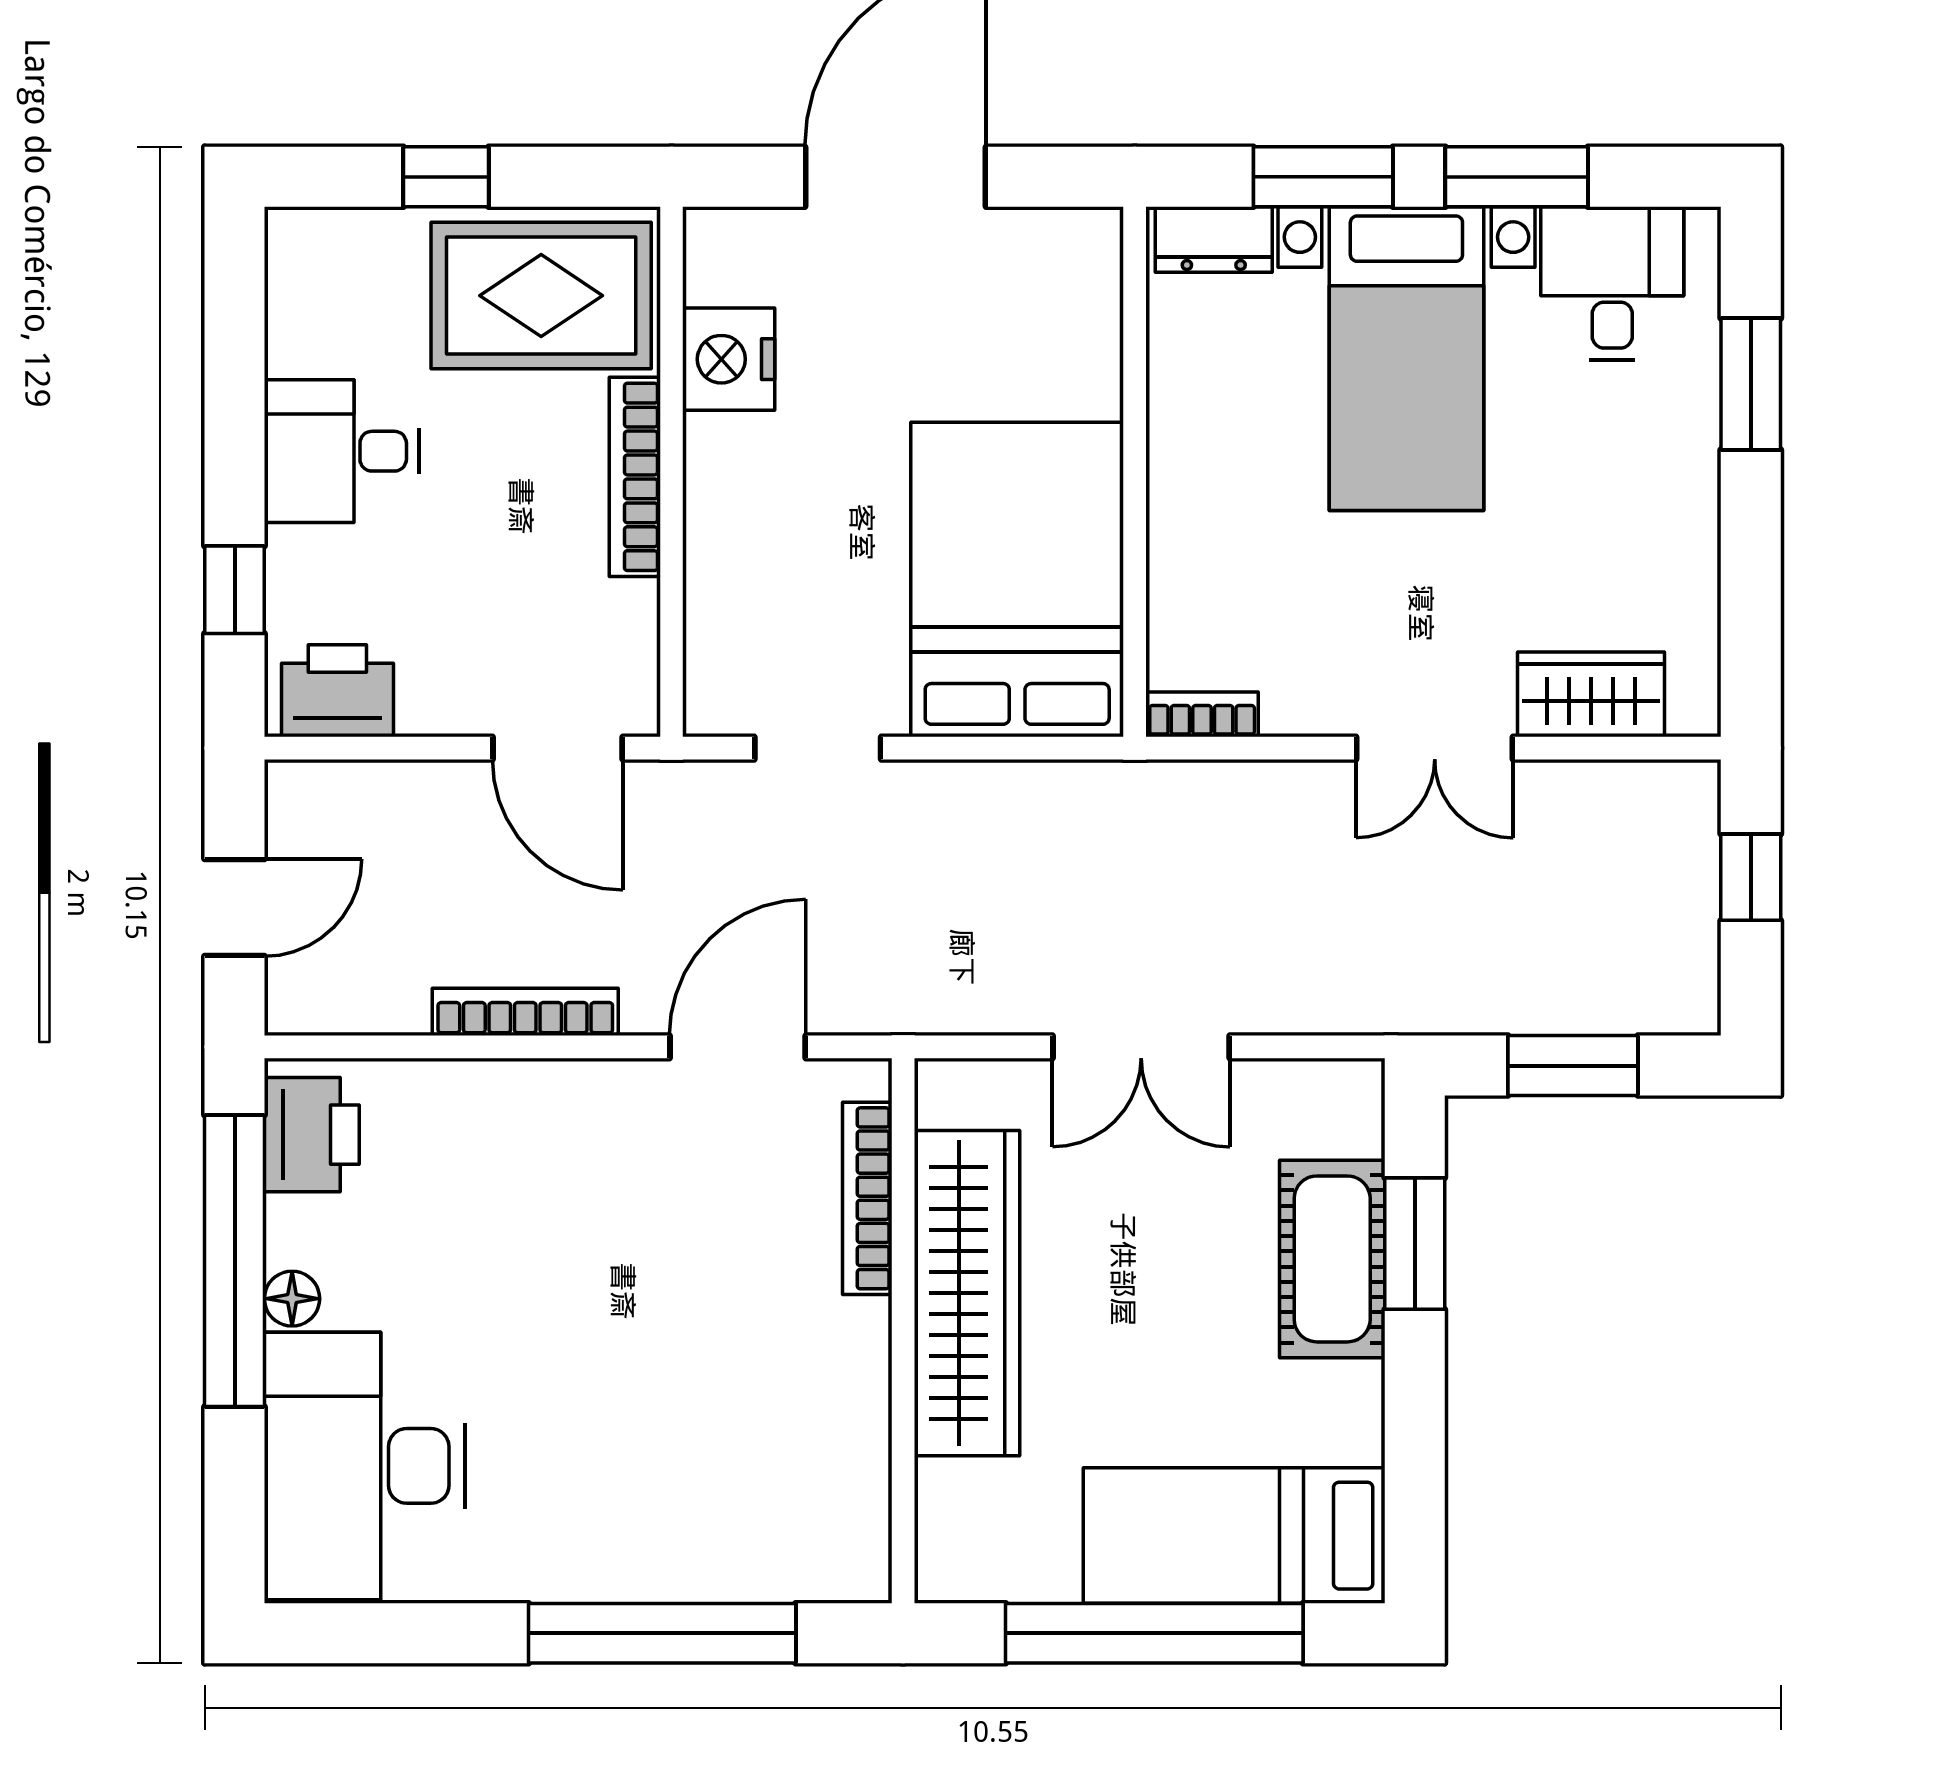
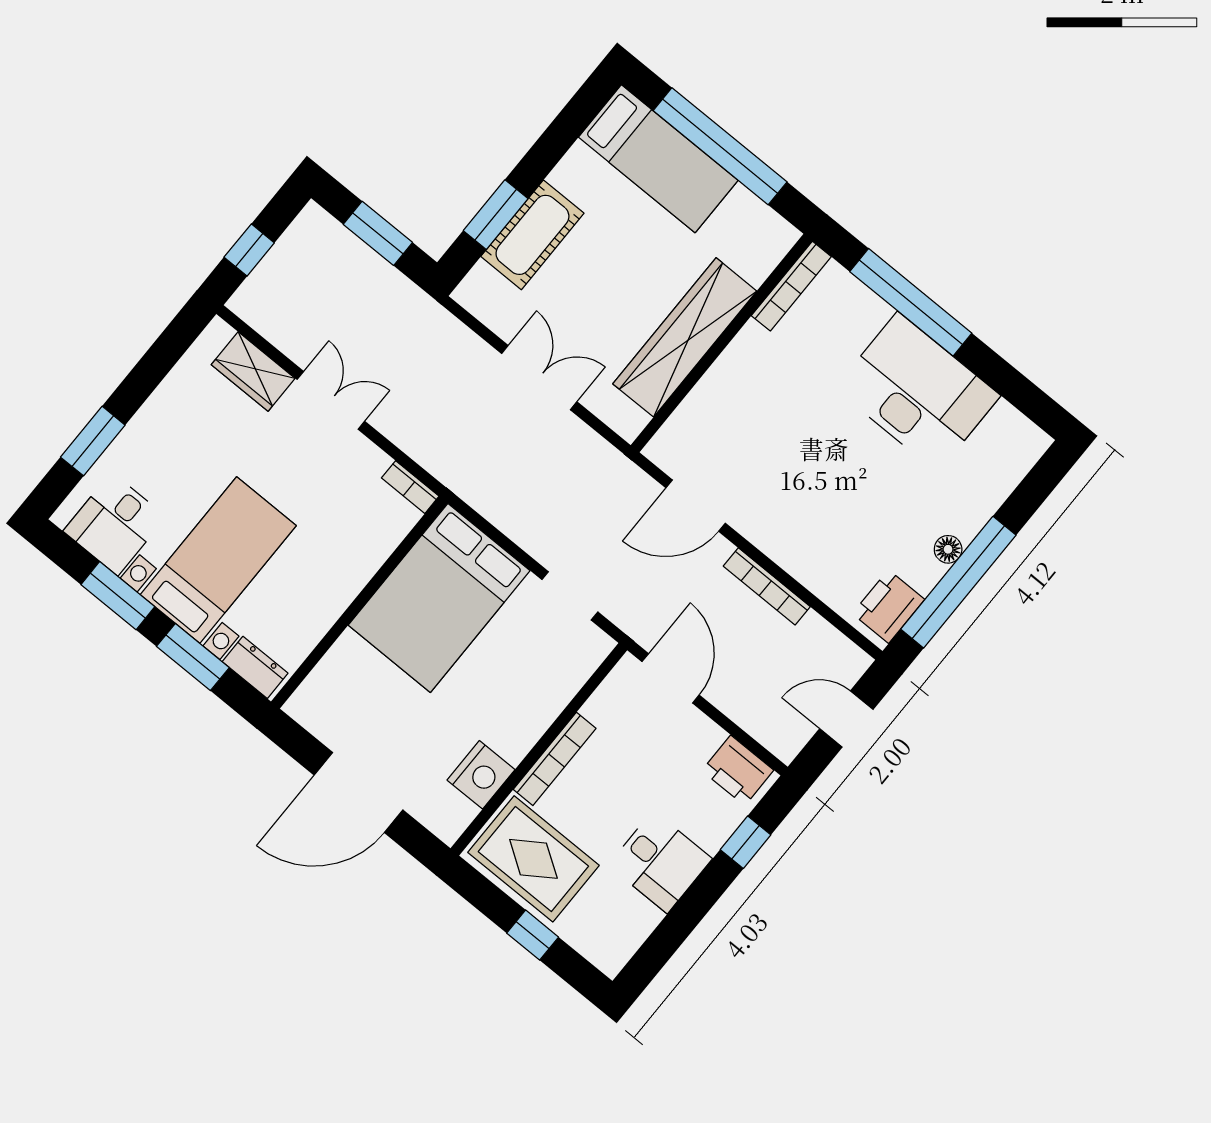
bookcase: (867, 1198) -> (791, 286), moved
desk: (365, 1466) -> (918, 392), moved, turned -90

